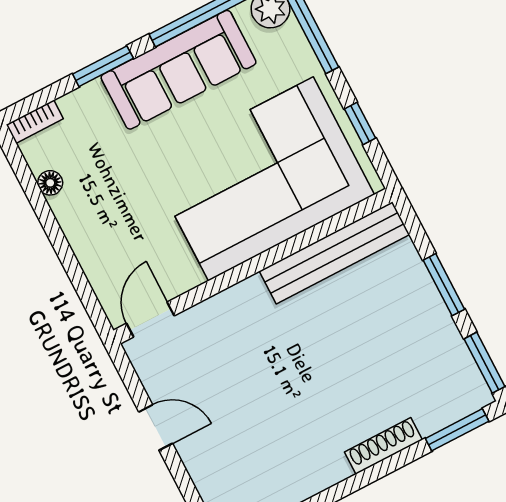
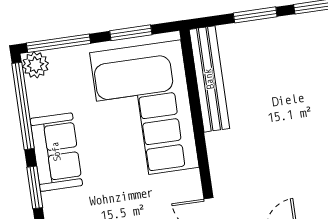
sofa: (179, 70) -> (56, 152), width x0.73
window: (360, 123) -> (131, 33), width x1.50

